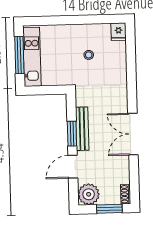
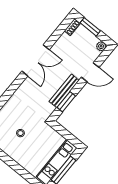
window: (72, 134) -> (66, 102), moved
plant: (89, 194) -> (101, 46), width x0.53, depth x0.53

